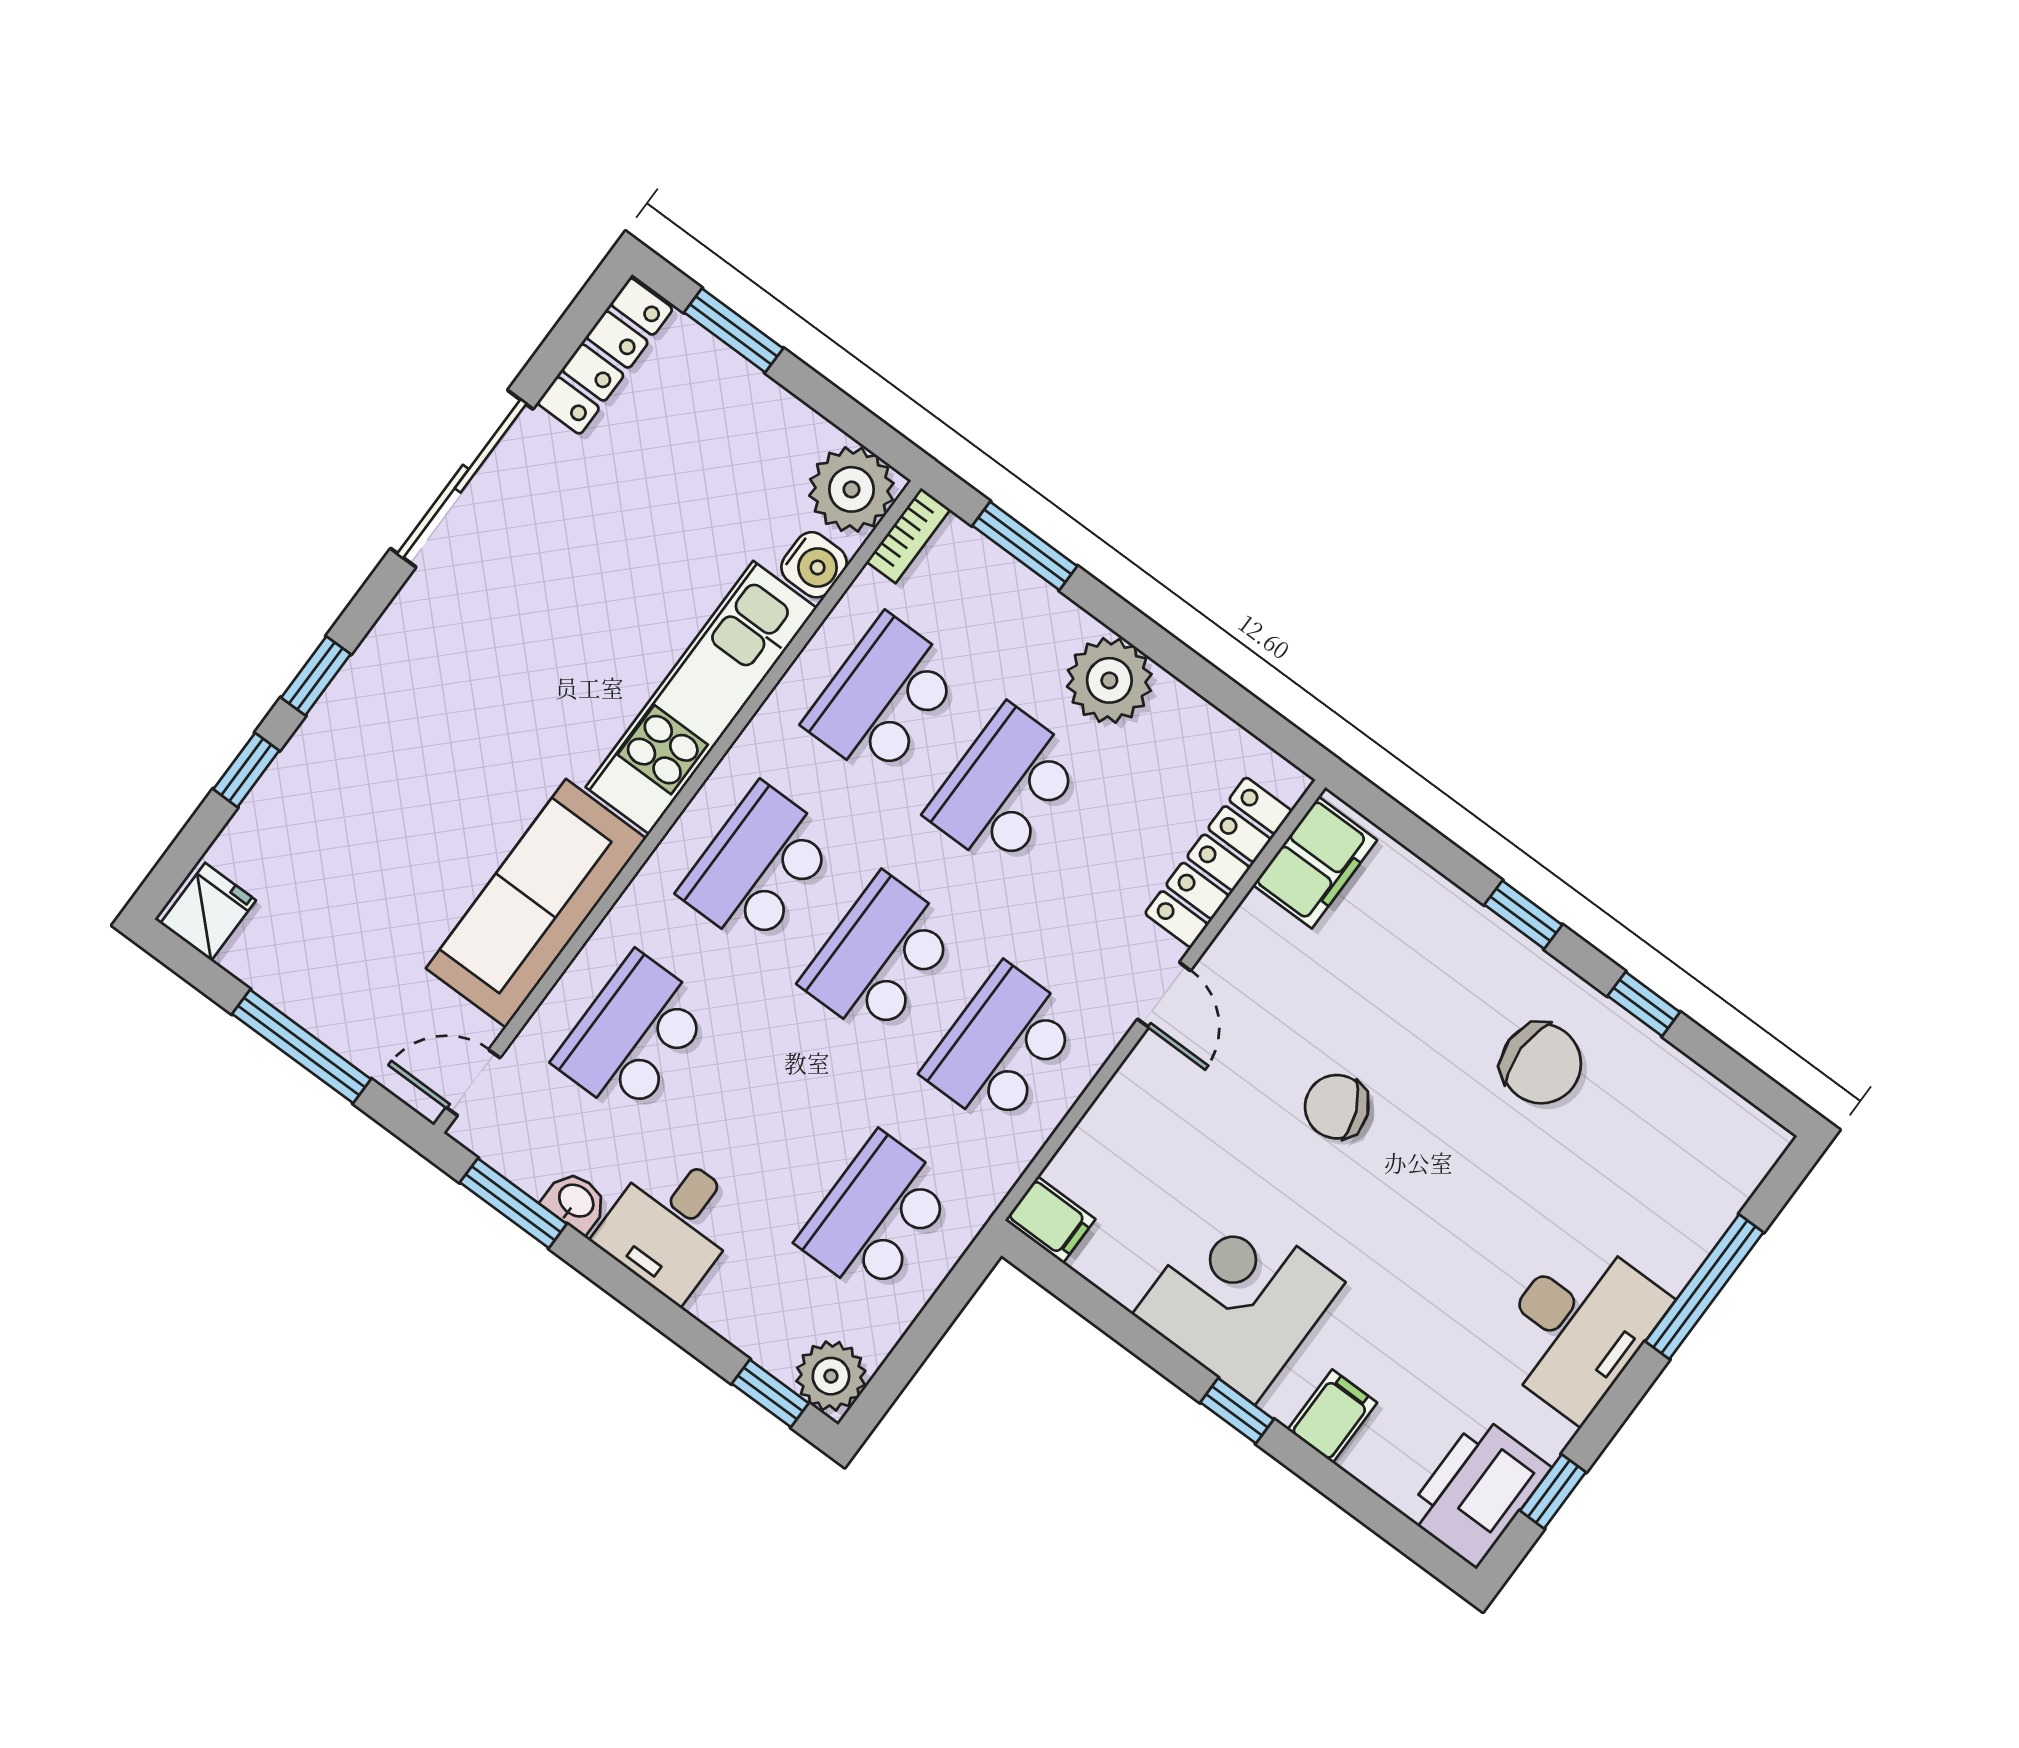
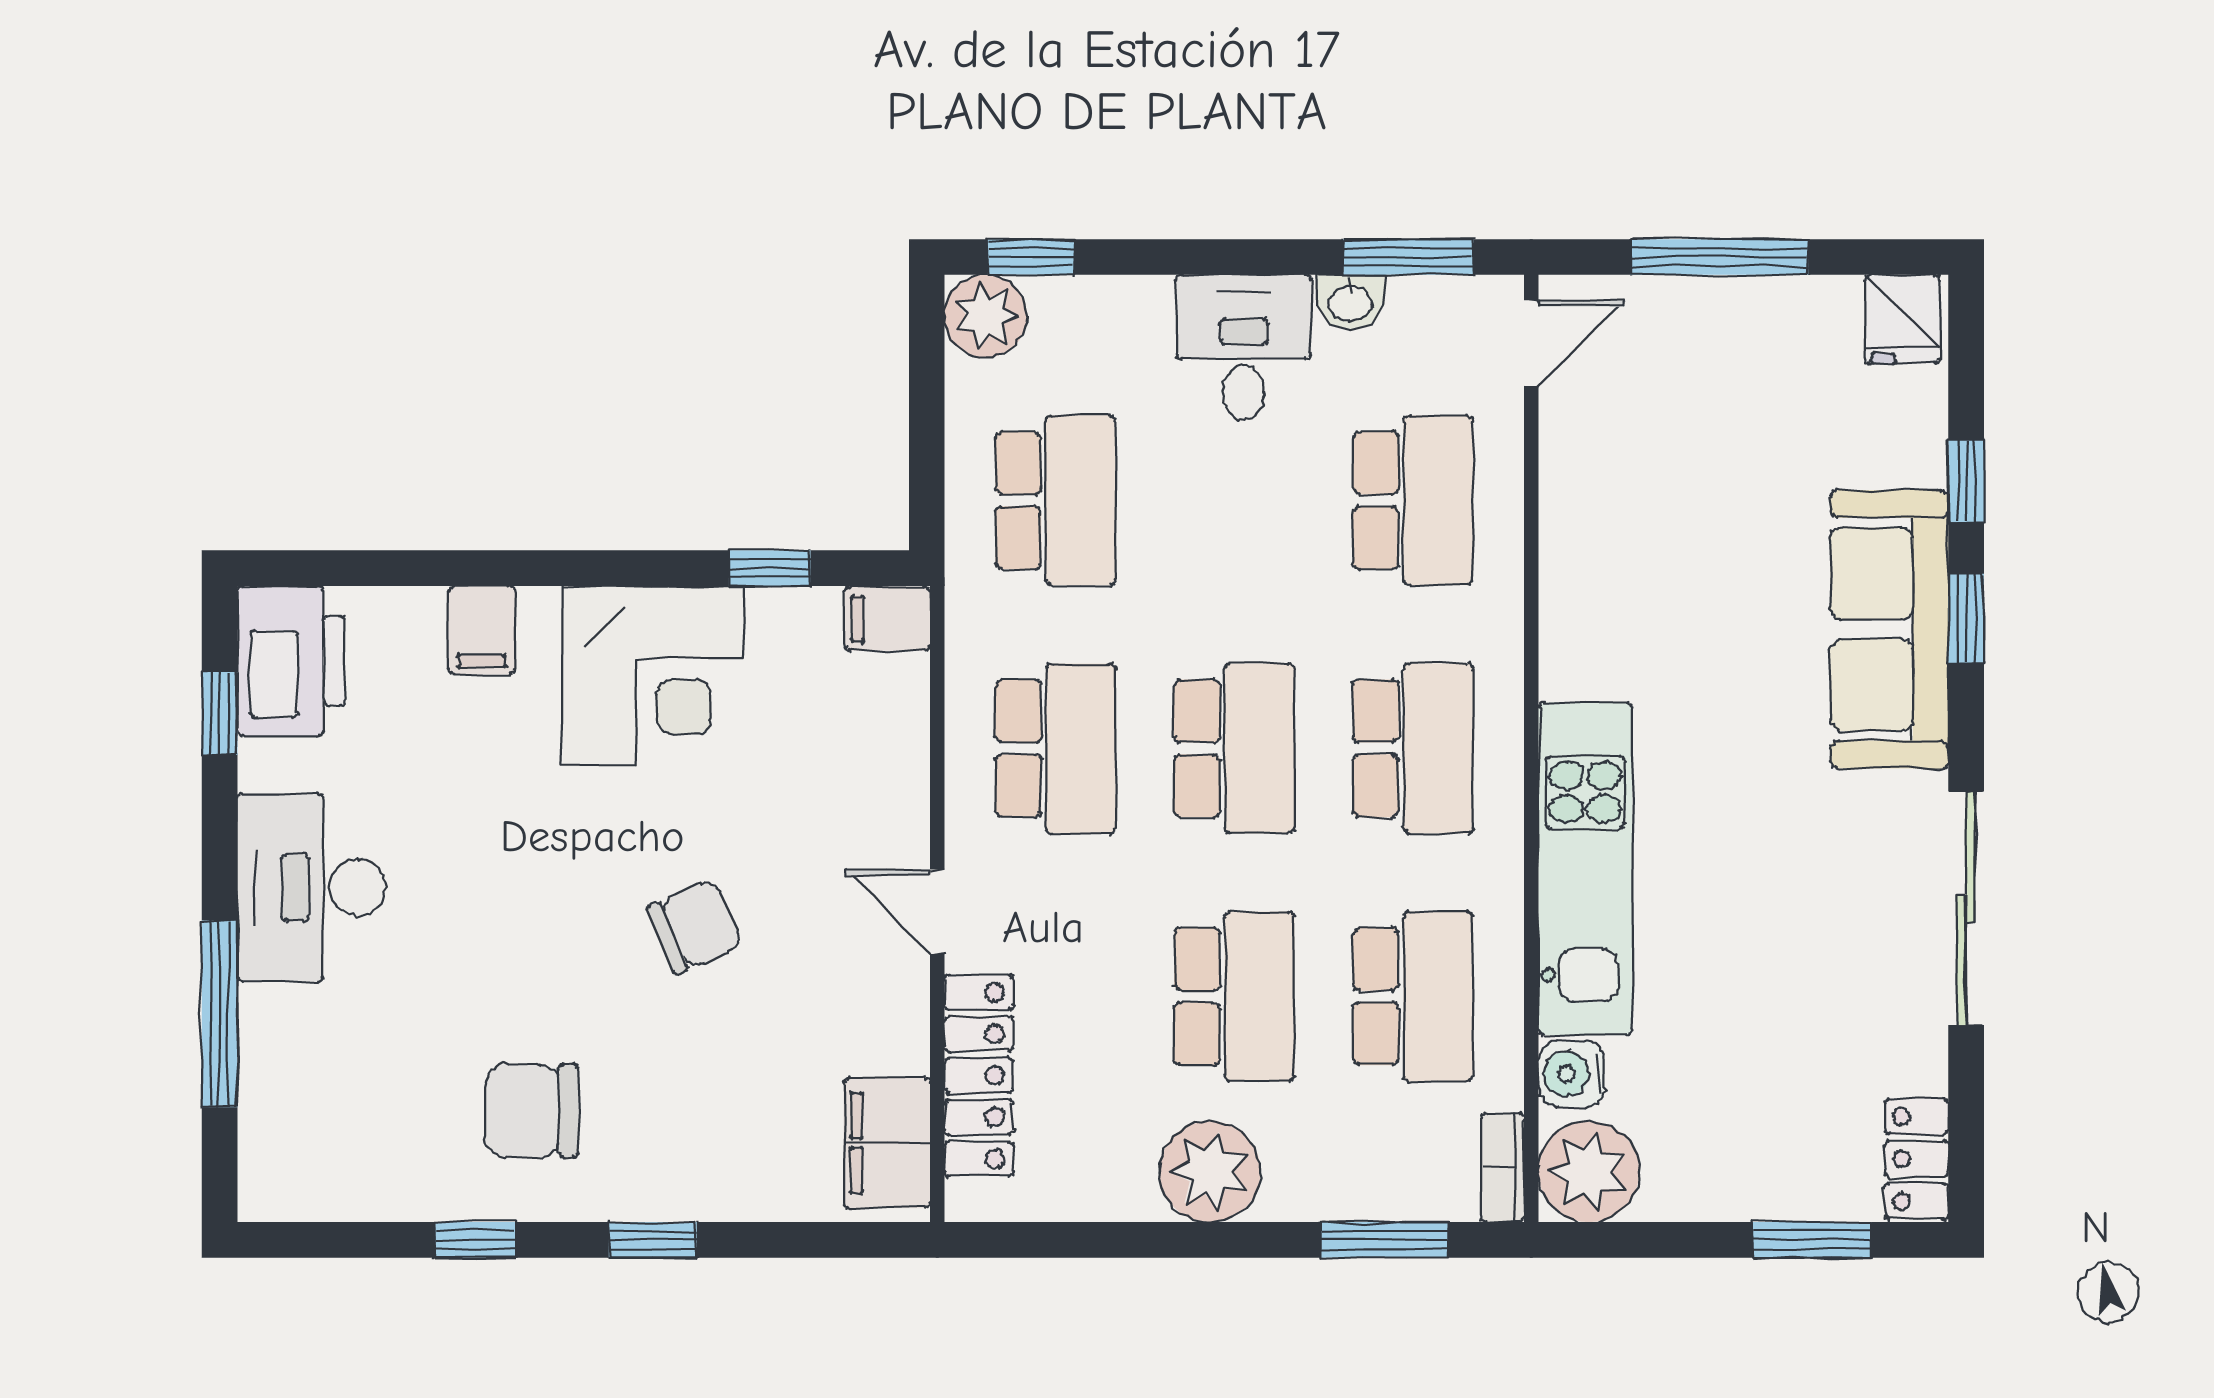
locker: (605, 356) -> (1916, 1159), width x0.66
sofa: (536, 903) -> (1889, 629), moved, turned 180
window: (1237, 1411) -> (770, 568), moved

